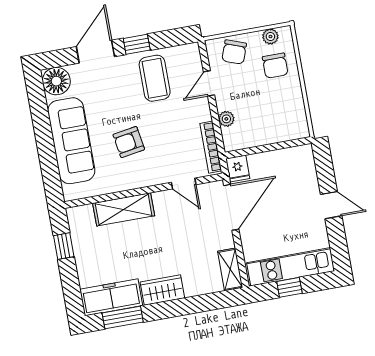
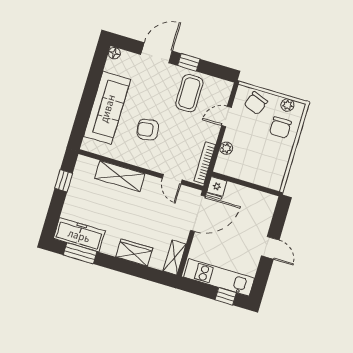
floor lamp: (56, 81) -> (114, 53), width x0.53, depth x0.53
window: (289, 287) -> (226, 296), moved
wardrobe: (162, 290) -> (134, 253), moved

